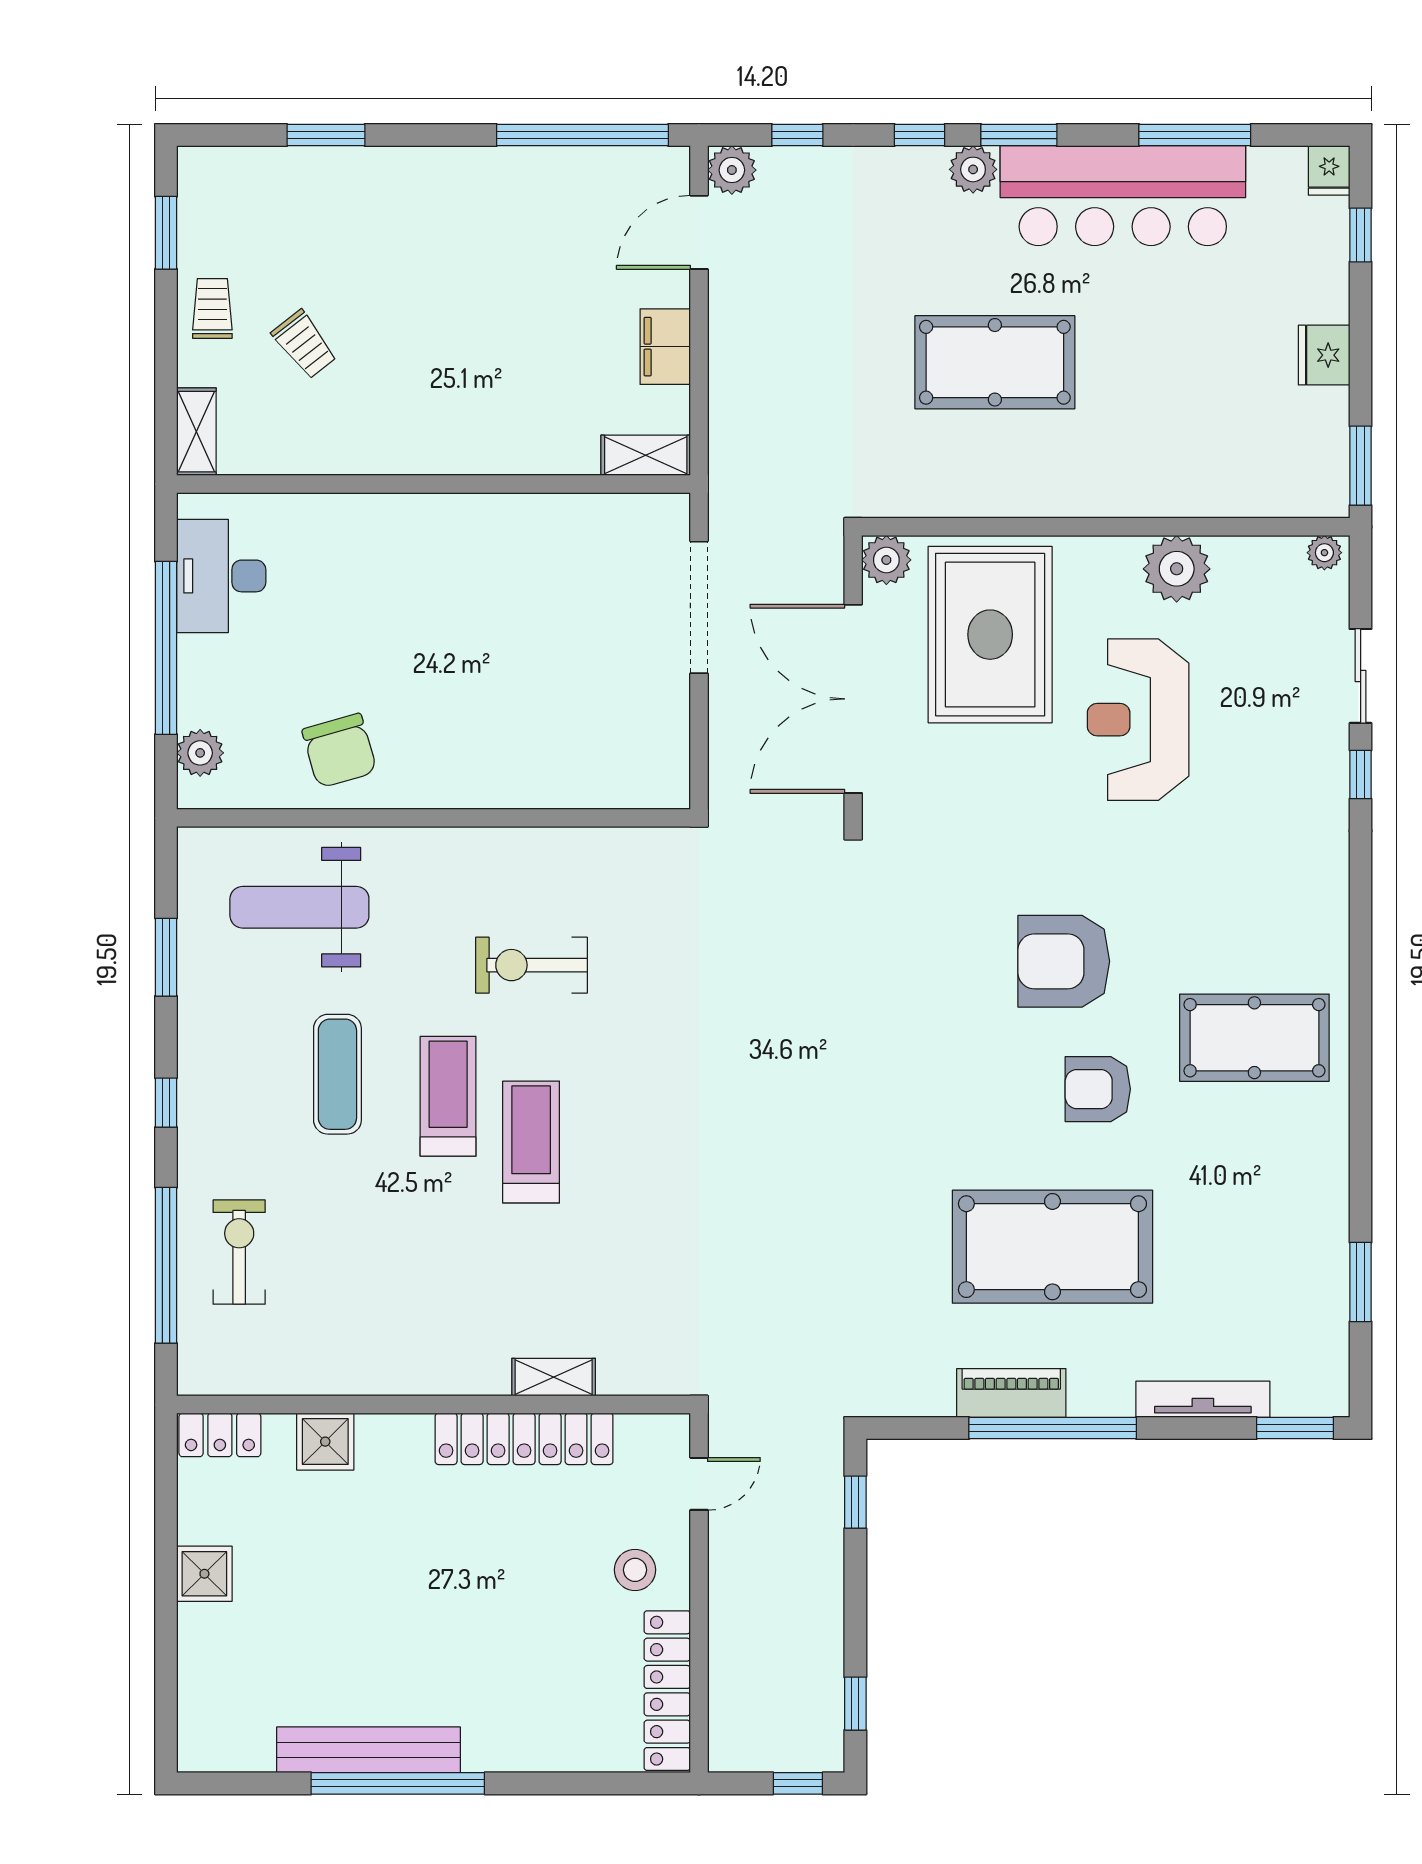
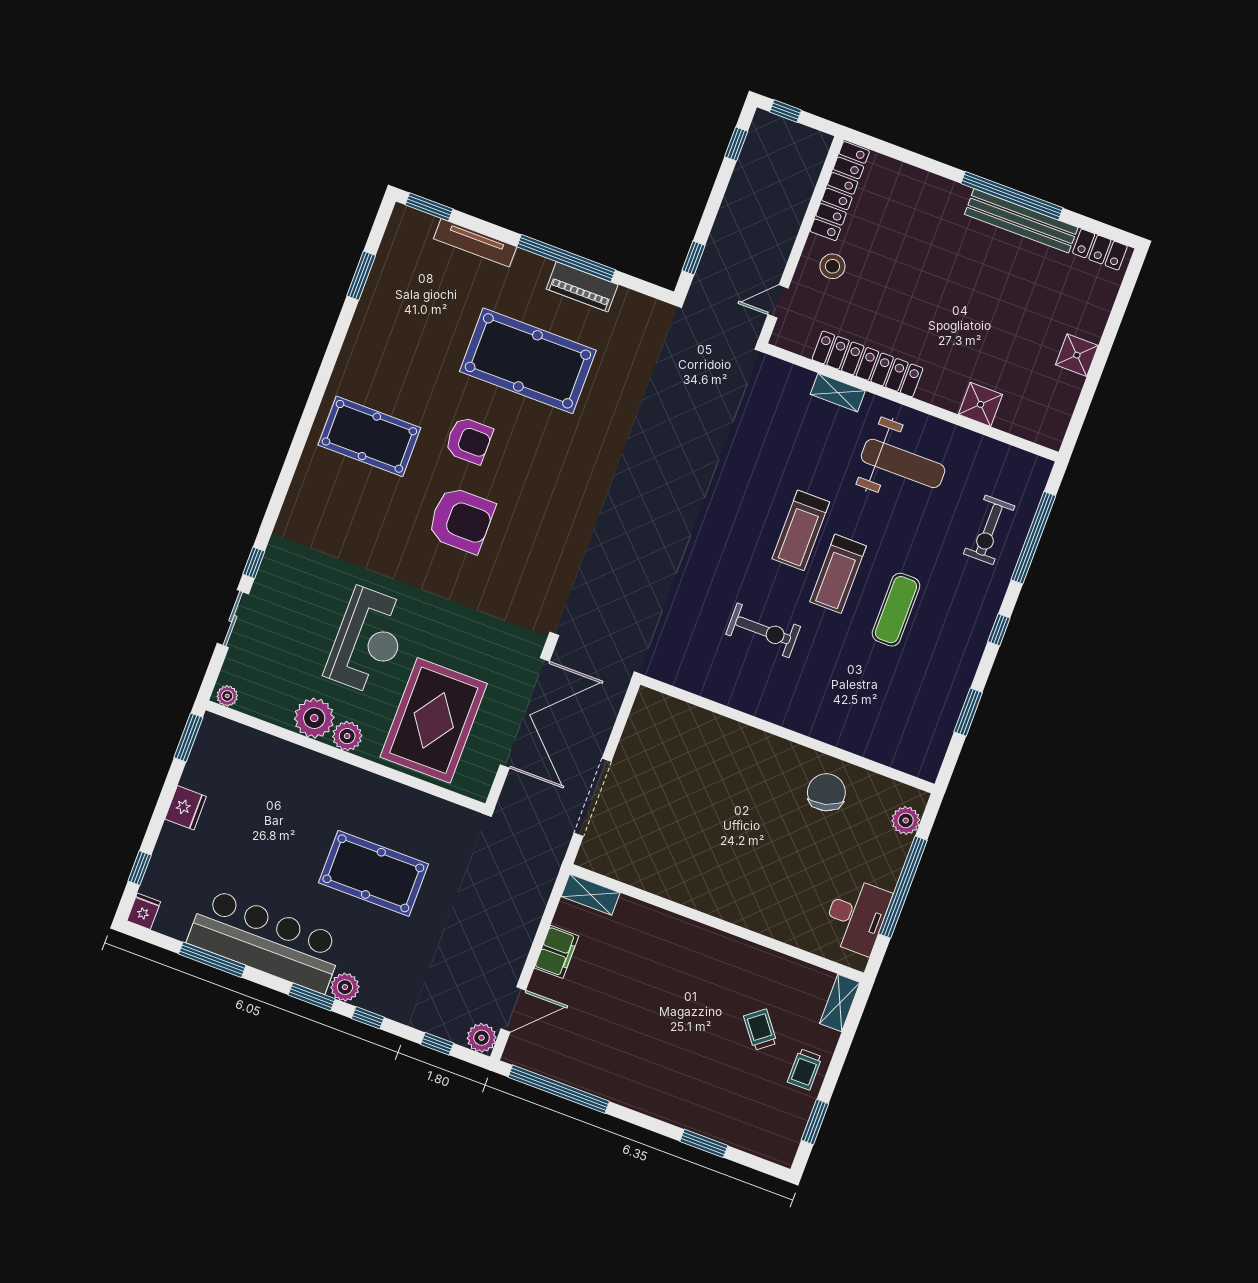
plant: (886, 560) -> (347, 736), moved
weight bench: (299, 907) -> (903, 463), moved
locker: (220, 1435) -> (1100, 250), moved, turned 180

